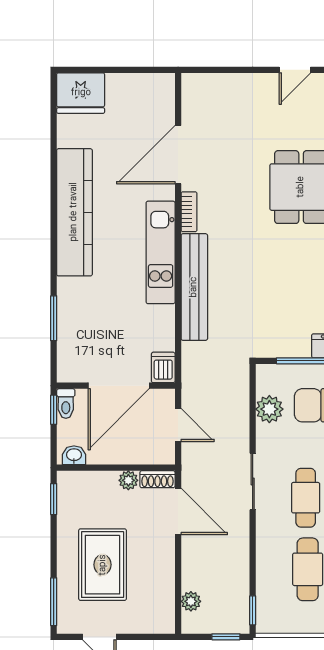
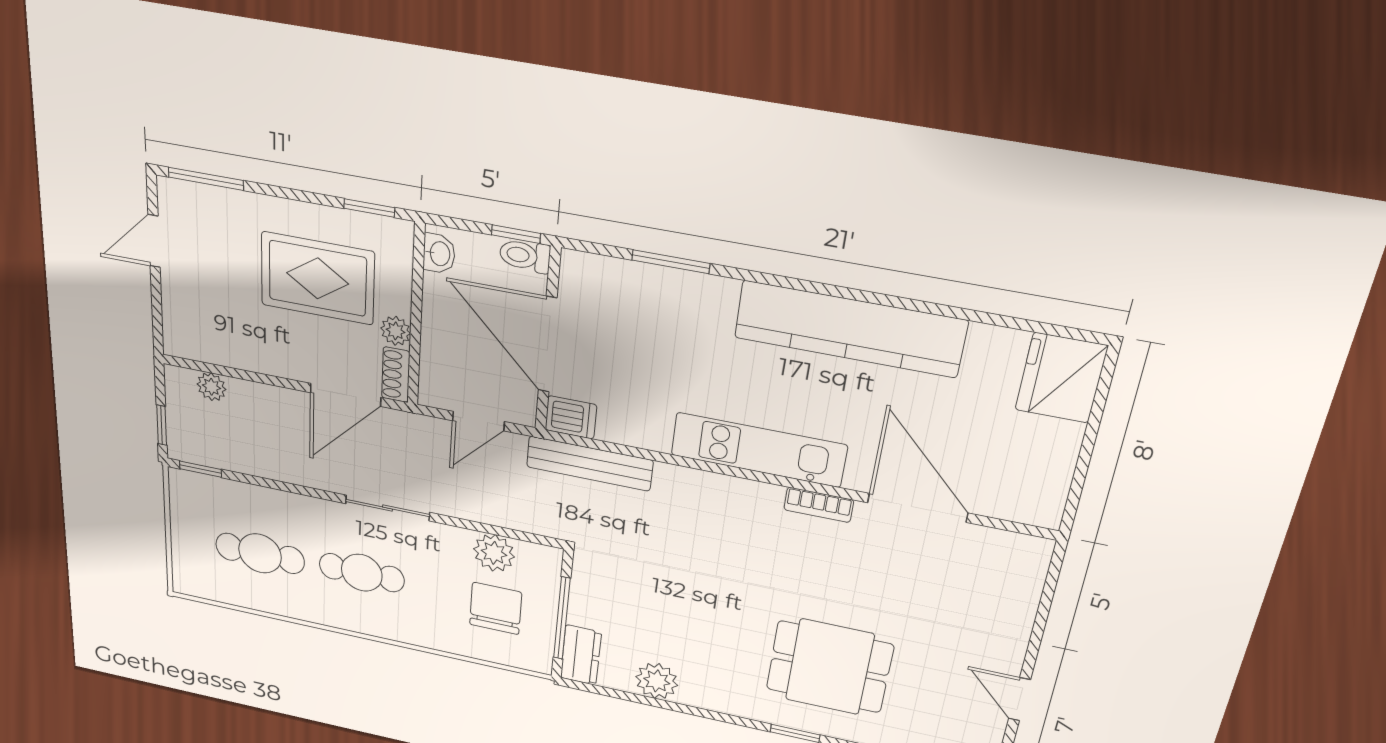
bench: (194, 287) -> (590, 464), moved, width x0.73, depth x0.82
rug: (103, 565) -> (318, 278), moved

